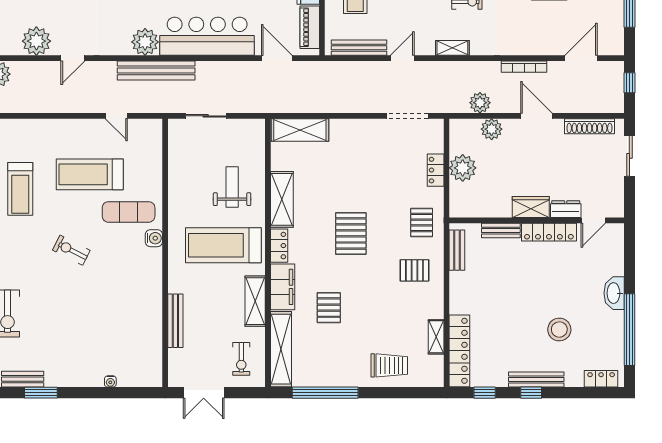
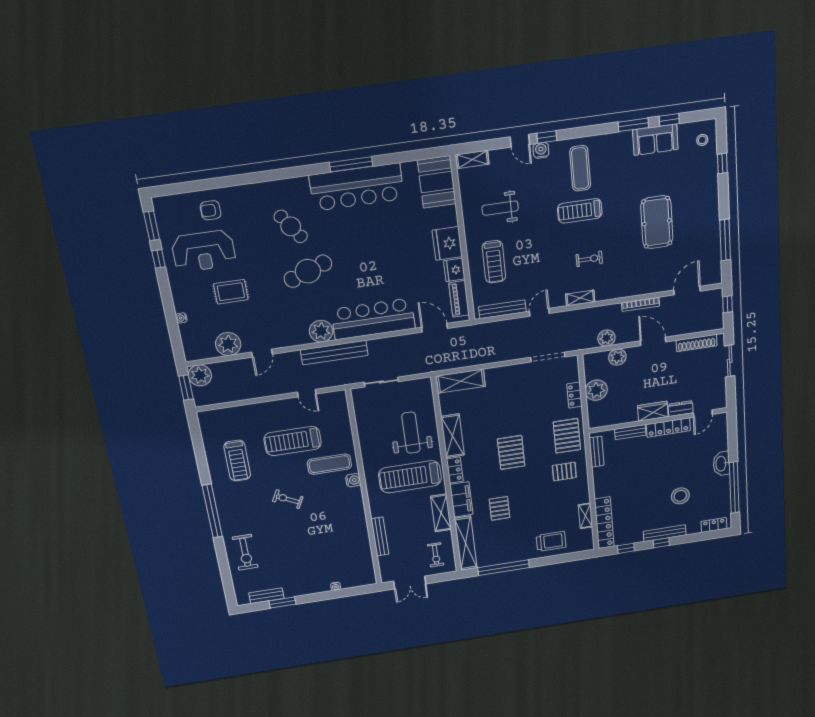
weight bench: (232, 187) -> (411, 433), width x1.36, depth x1.33
pallet: (422, 222) -> (567, 436), width x1.50, depth x1.42

